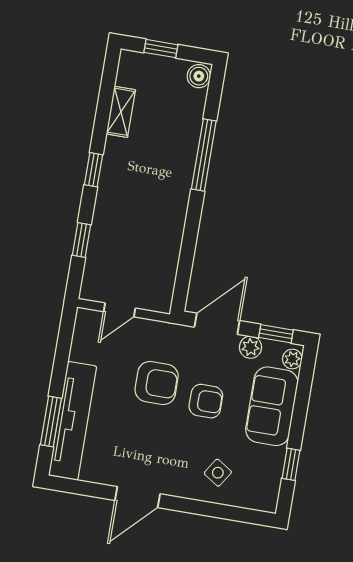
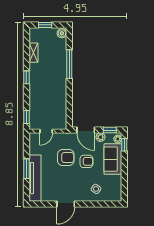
window: (82, 240) -> (26, 117), moved
door: (217, 324) -> (86, 130), swing flipped
window: (51, 421) -> (26, 169), moved
window: (291, 464) -> (124, 145), moved

